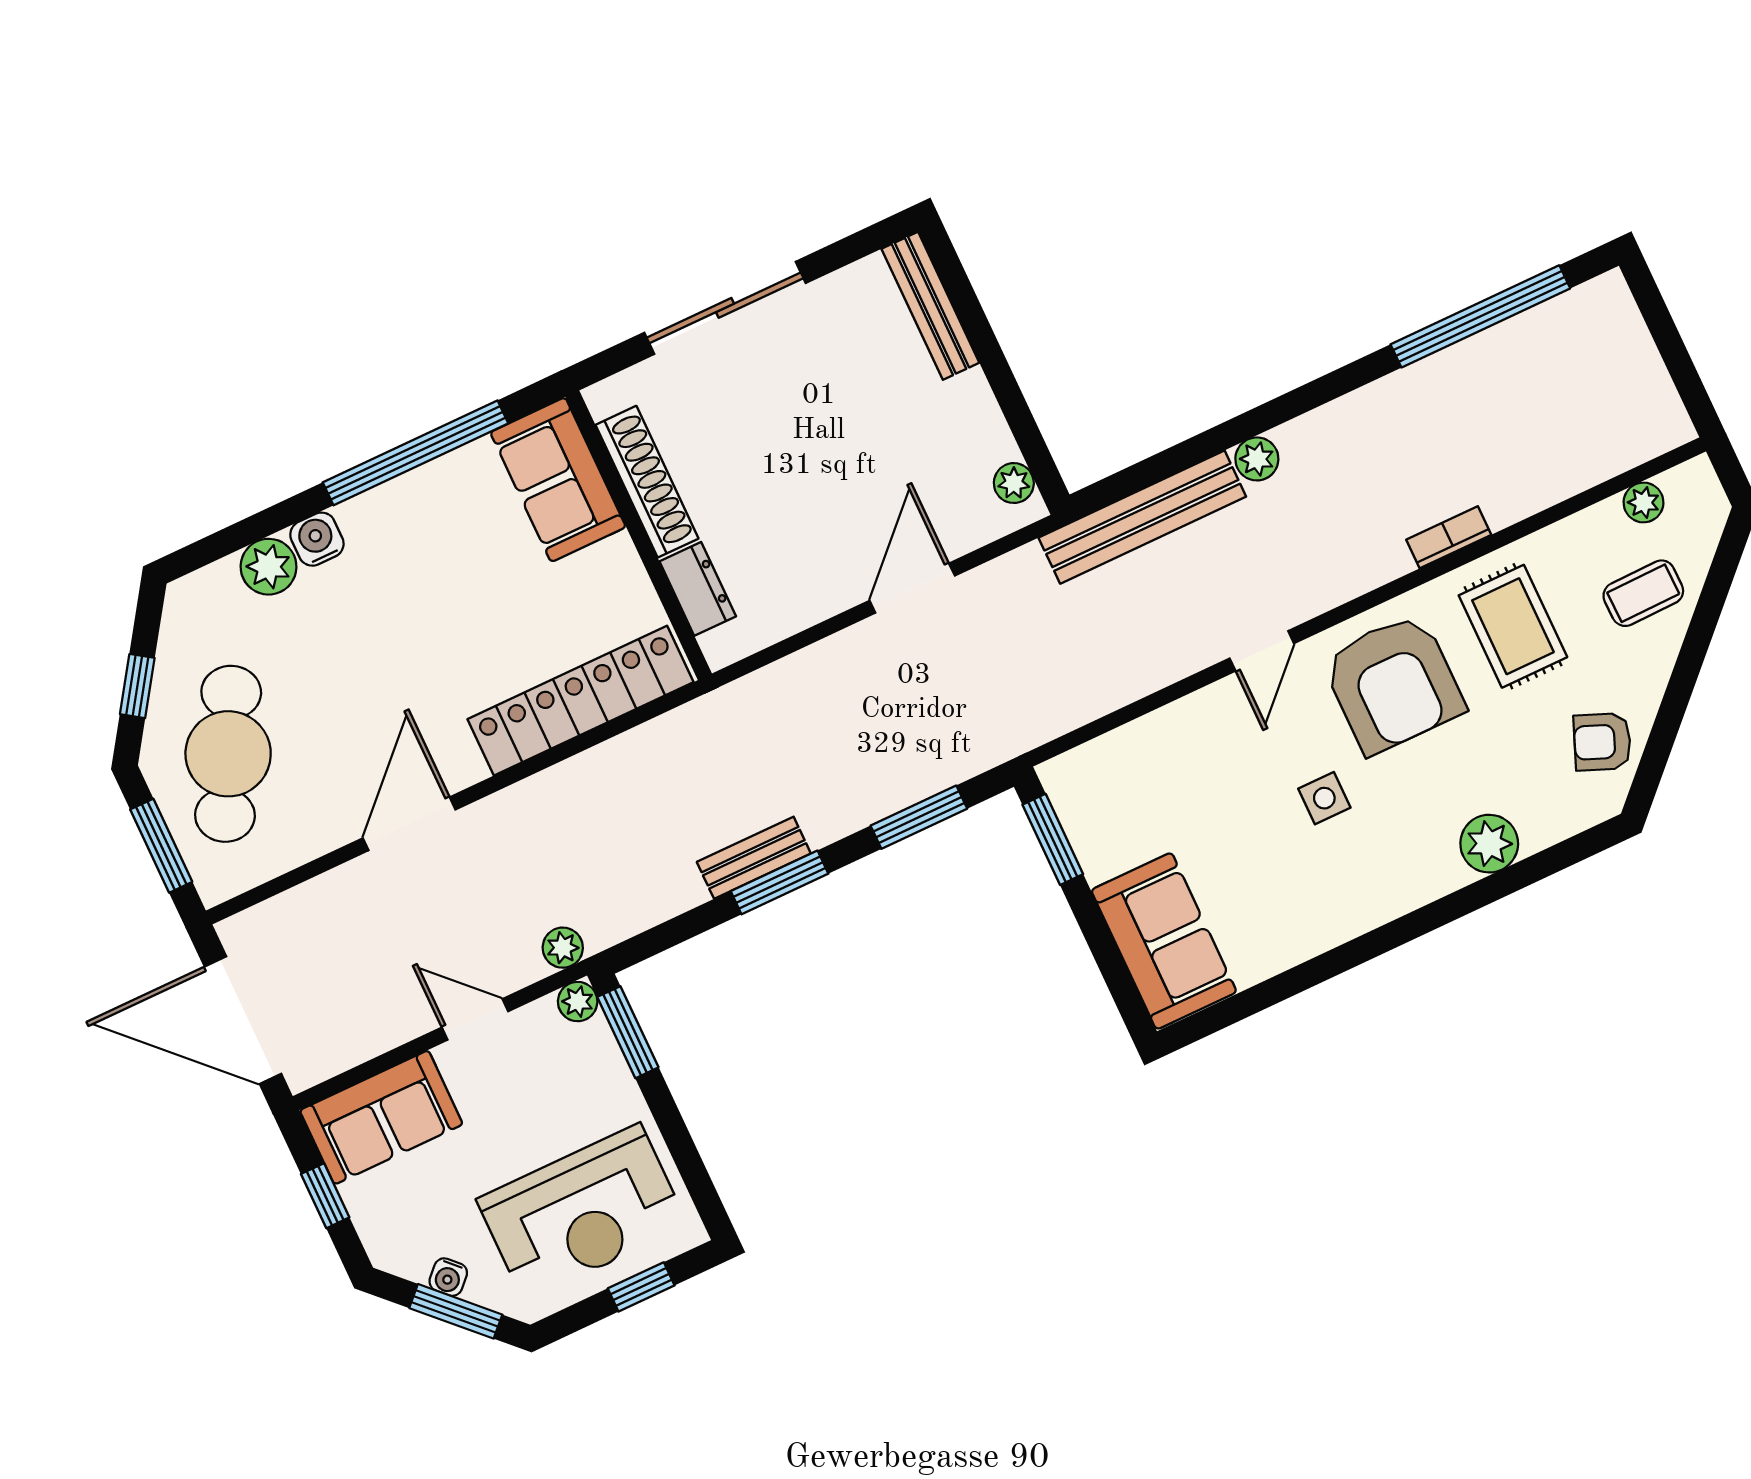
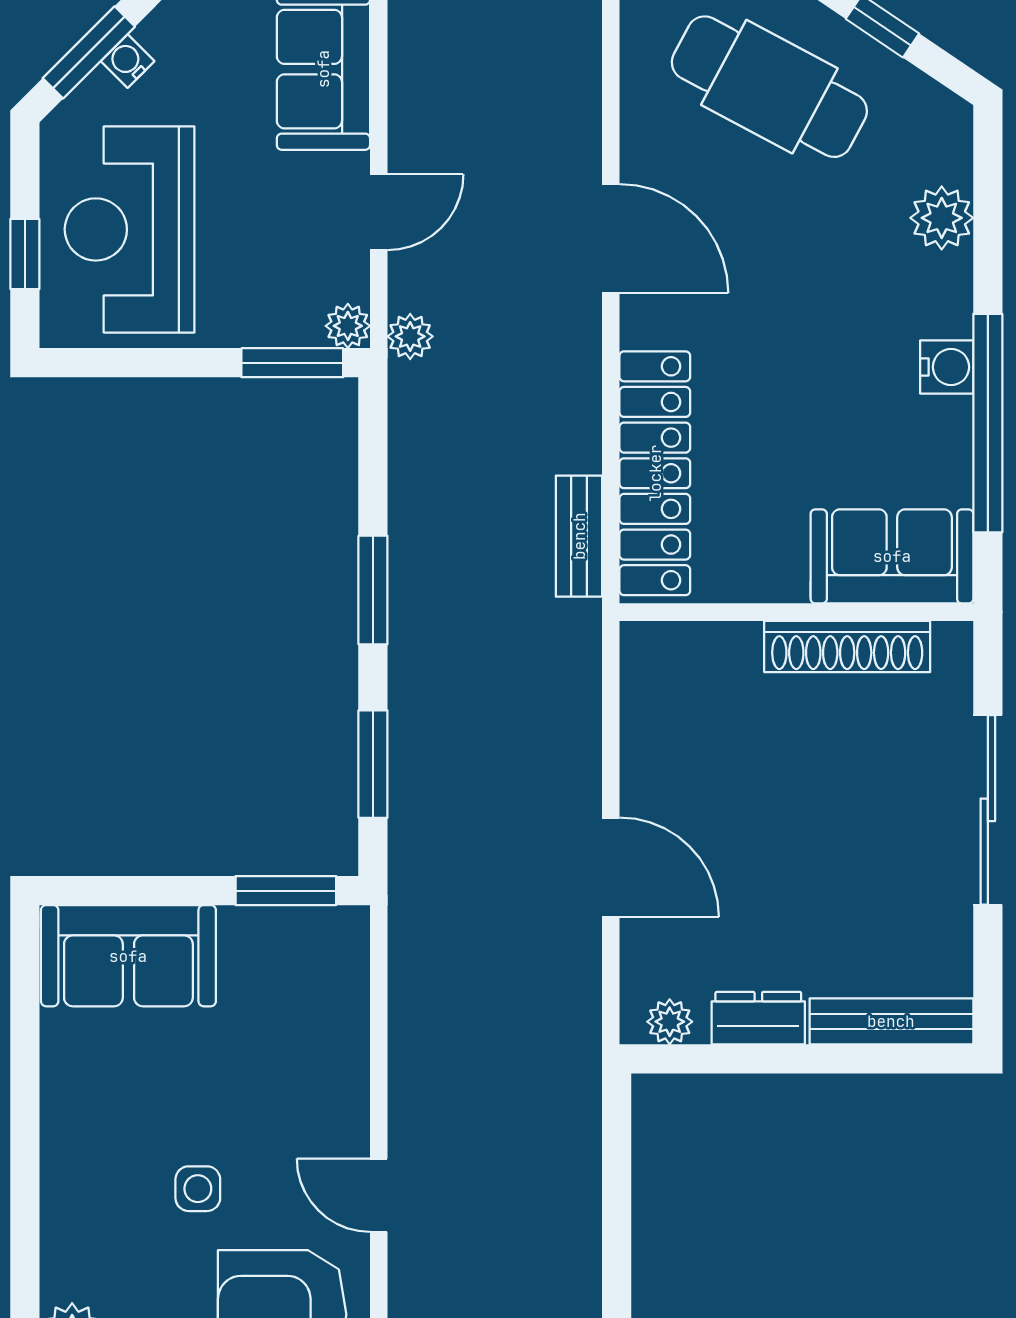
plant: (1257, 459) -> (578, 1282), removed
bench: (1142, 517) -> (573, 1137), removed
water cooler: (317, 539) -> (947, 367), moved
dresser: (698, 589) -> (758, 1018), moved, turned 180
bench: (754, 858) -> (579, 536), moved

